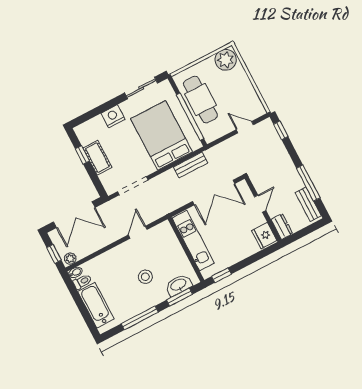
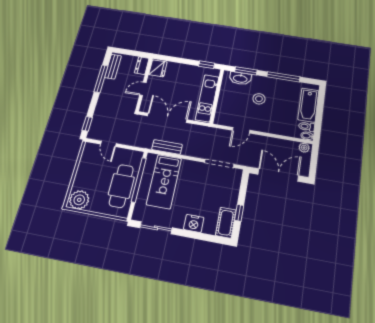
bed: (161, 135) -> (164, 181), width x0.67
cot: (97, 158) -> (226, 223), moved
window: (54, 254) -> (314, 159), removed

